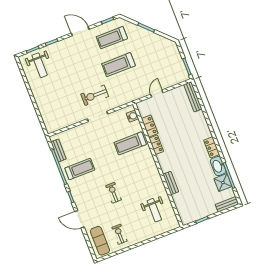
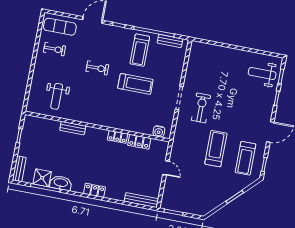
treadmill: (112, 38) -> (245, 158), turned 180
treadmill: (130, 143) -> (135, 84), moved, turned 90
locker: (212, 147) -> (95, 190), moved
weight bench: (154, 210) -> (57, 96), turned -90

